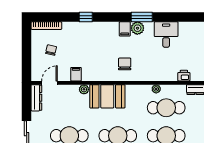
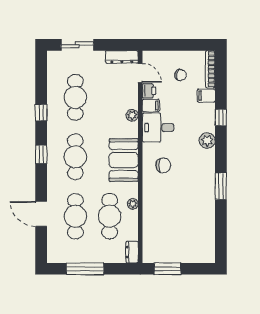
plant: (137, 28) -> (207, 141), moved
filing cabinet: (125, 29) -> (206, 96), moved
desk: (166, 35) -> (158, 128), moved, turned 180
printer: (184, 76) -> (149, 91), moved
booth: (107, 96) -> (124, 160), moved

